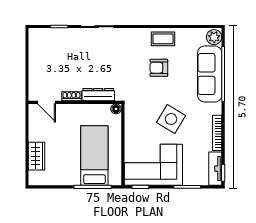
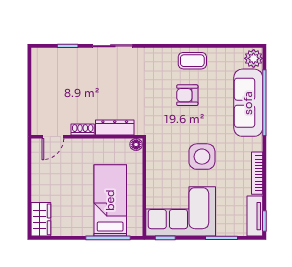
door: (47, 102) -> (53, 137), hinge flipped
side table: (171, 119) -> (202, 157), turned -31
wardrobe: (37, 156) -> (41, 219), moved

